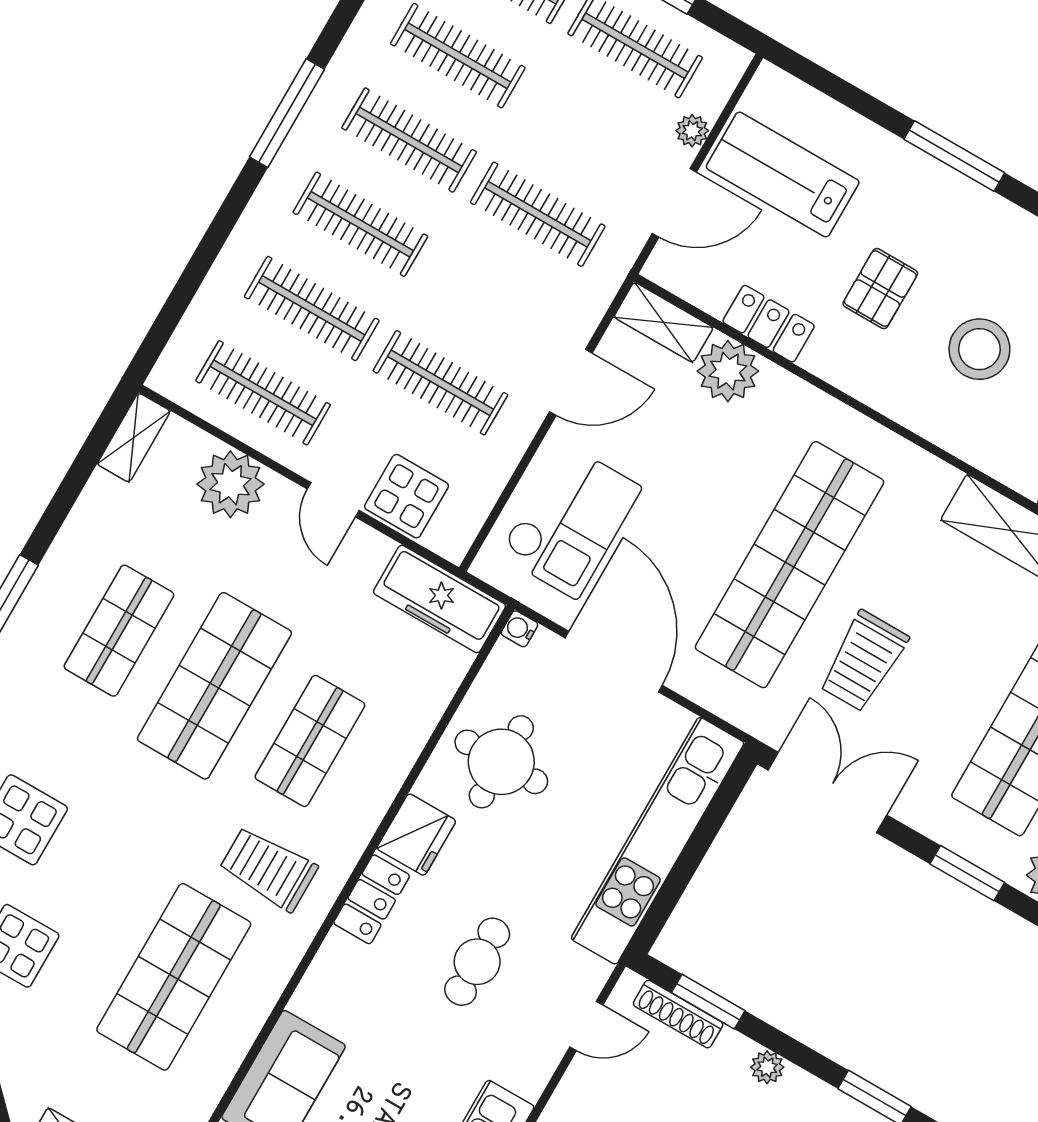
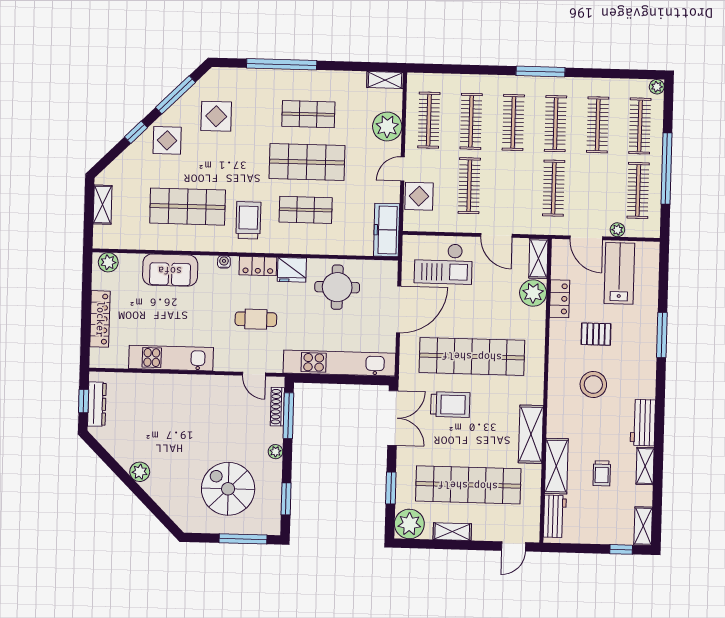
water cooler: (519, 629) -> (224, 262), moved
trolley: (863, 661) -> (450, 405), turned 180
window: (708, 1002) -> (288, 416), width x1.44

